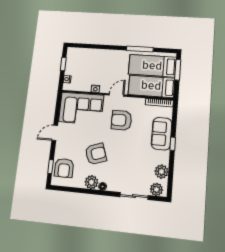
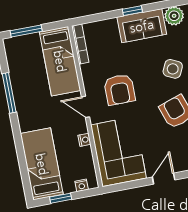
bed: (152, 66) -> (42, 164), moved, turned 180
door: (55, 133) -> (164, 179), swing flipped
sofa: (162, 134) -> (142, 26), moved
side table: (125, 160) -> (173, 69), added

